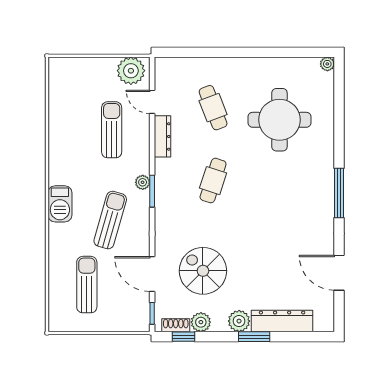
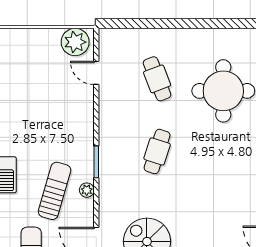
sun lounger: (112, 130) -> (56, 101), removed
dresser: (162, 136) -> (107, 108), removed
plant: (143, 182) -> (87, 190), moved

